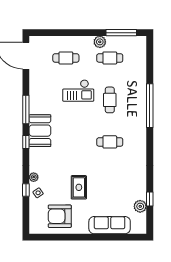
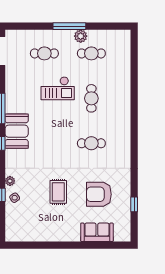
window: (121, 33) -> (69, 26), moved
window: (150, 106) -> (134, 104), removed
plant: (140, 206) -> (124, 212), removed
armchair: (60, 216) -> (99, 194), moved
sofa: (110, 225) -> (97, 232), width x0.73

